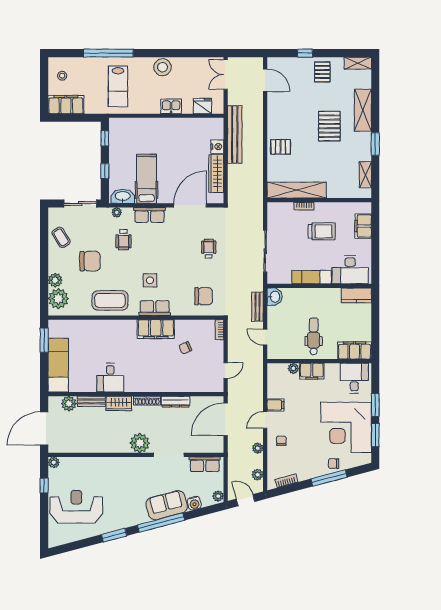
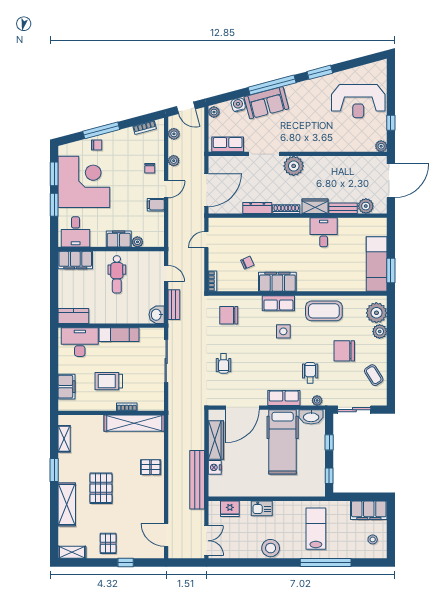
hospital bed: (147, 179) -> (283, 442), width x1.37, depth x1.29
exam couch: (58, 365) -> (377, 264), moved

